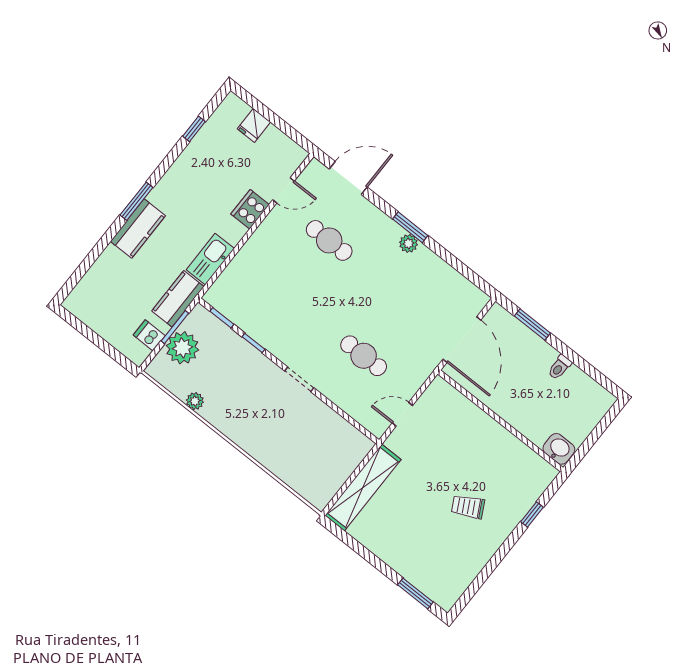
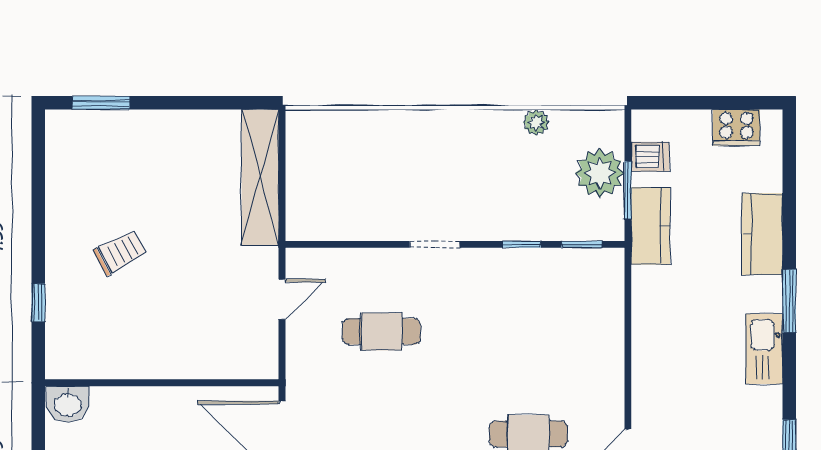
cooker: (250, 209) -> (736, 128), moved, turned 90
kitchen counter: (138, 229) -> (762, 234), moved
kitchen sink: (210, 259) -> (764, 349), moved, turned 180

